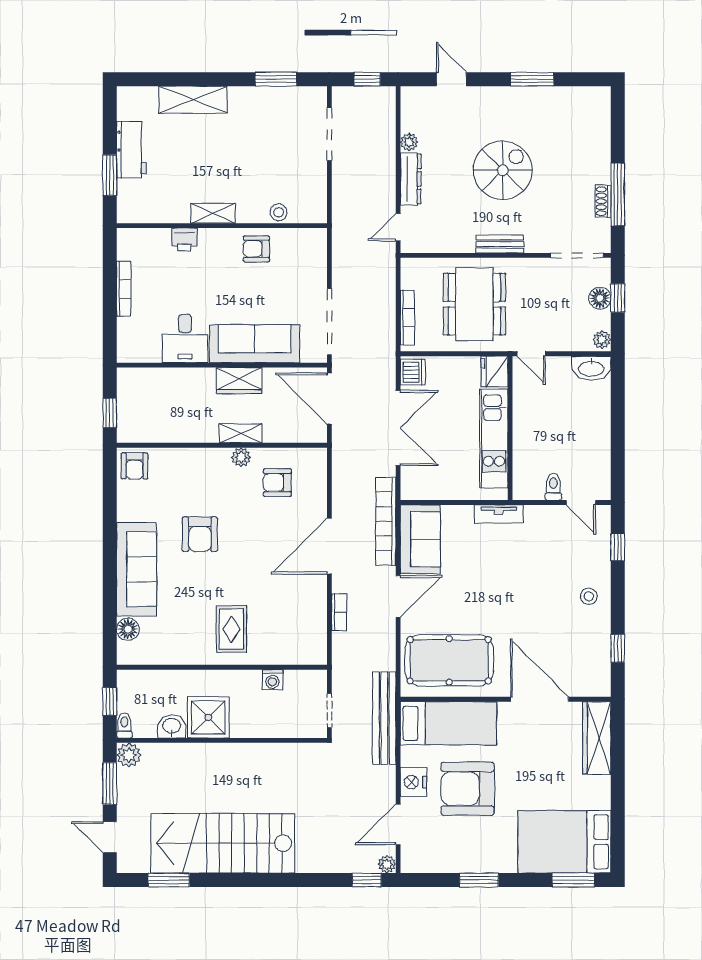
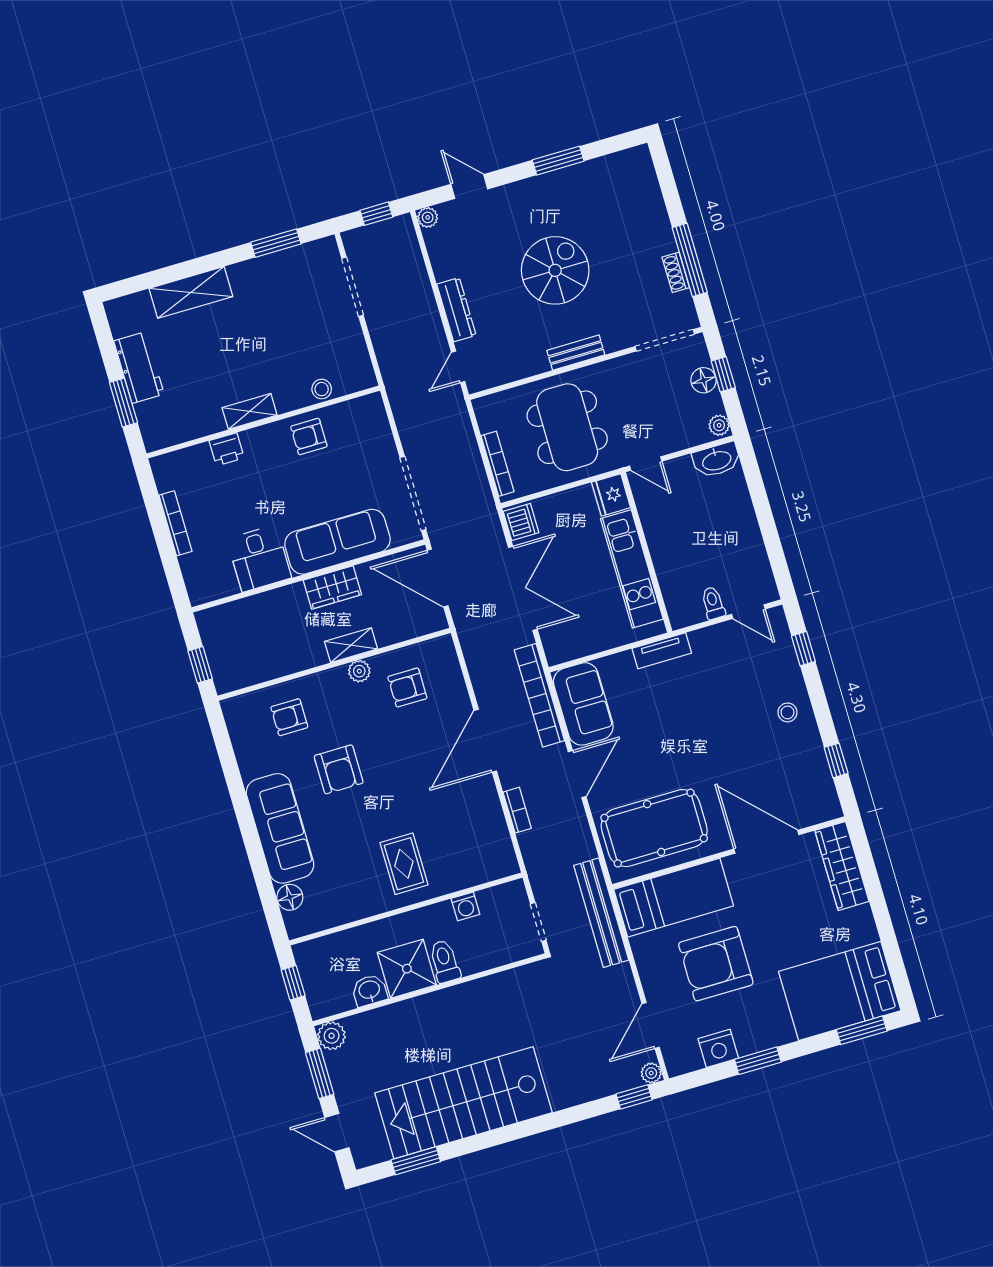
plant: (409, 142) -> (428, 217), moved
armchair: (135, 466) -> (289, 717), moved, turned 90
toilet: (124, 725) -> (445, 961), moved, width x1.37, depth x1.39
nightstand: (413, 782) -> (718, 1048), moved, turned -90

